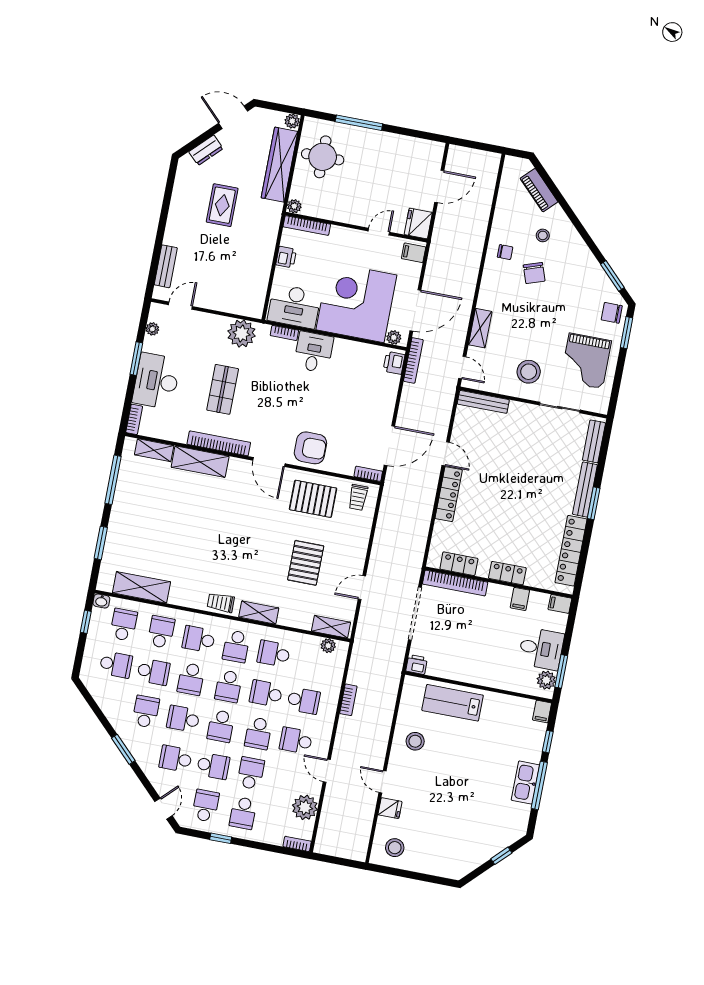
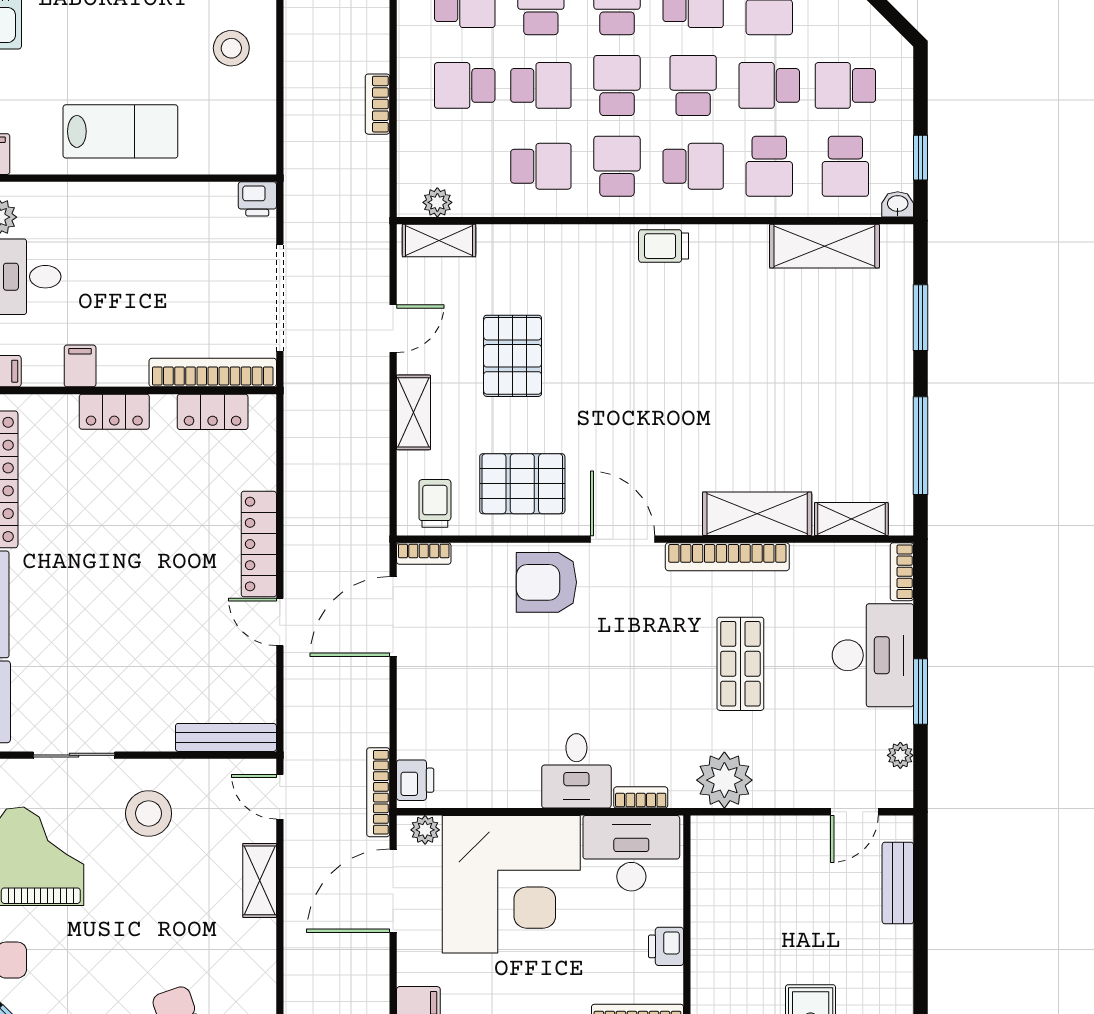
trolley: (221, 603) -> (664, 246), turned 180
shelving: (259, 613) -> (414, 412), moved, turned 90
lab bench: (453, 703) -> (120, 131), moved

